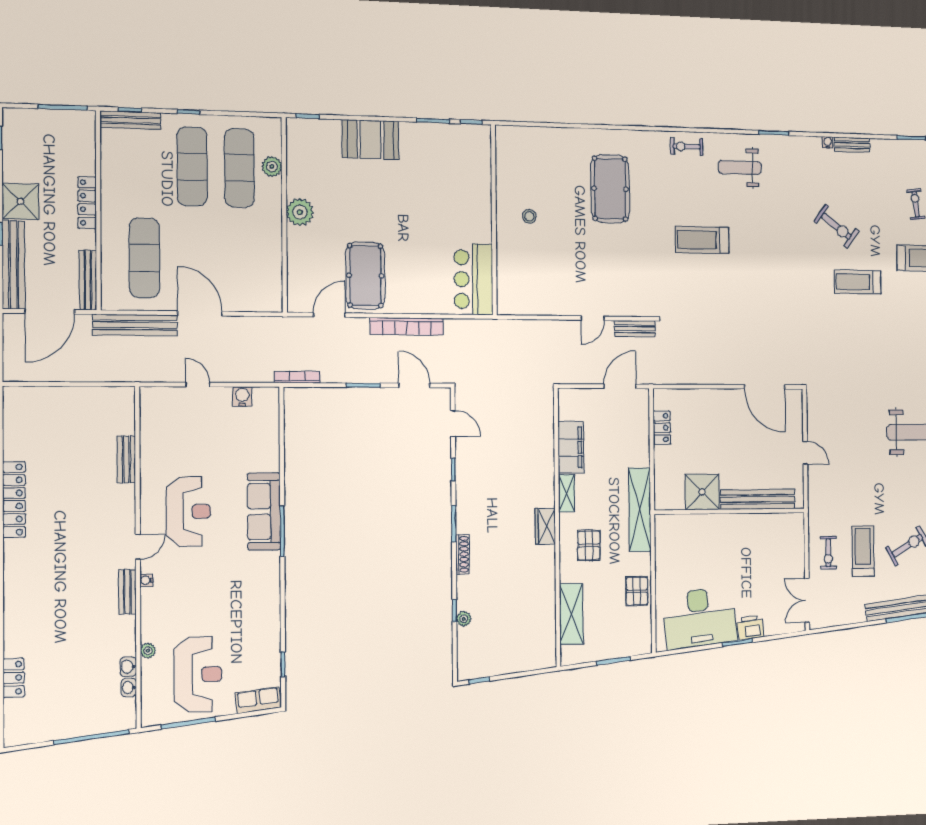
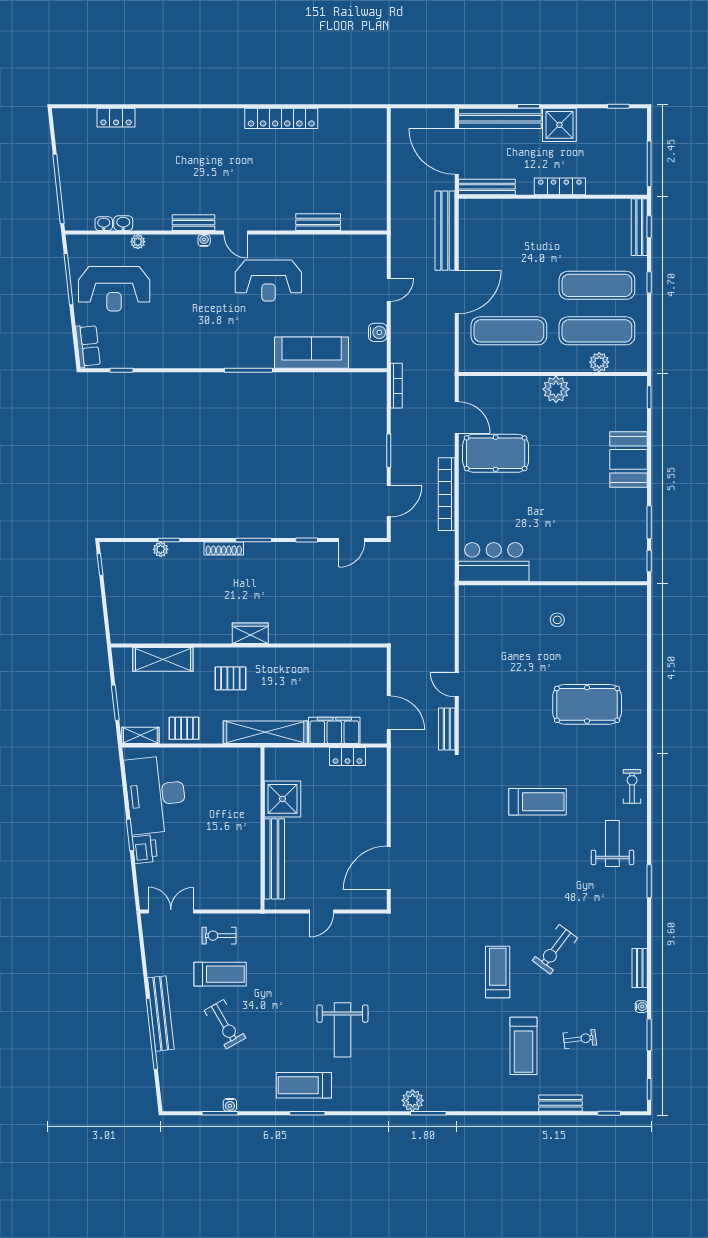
water cooler: (828, 142) -> (641, 1007), moved
treadmill: (702, 240) -> (538, 802), turned 90
exercise mat: (144, 258) -> (509, 331), moved
filing cabinet: (571, 447) -> (334, 730), moved, turned 180
shelving: (567, 493) -> (140, 735), moved
sofa: (264, 511) -> (312, 353), moved

